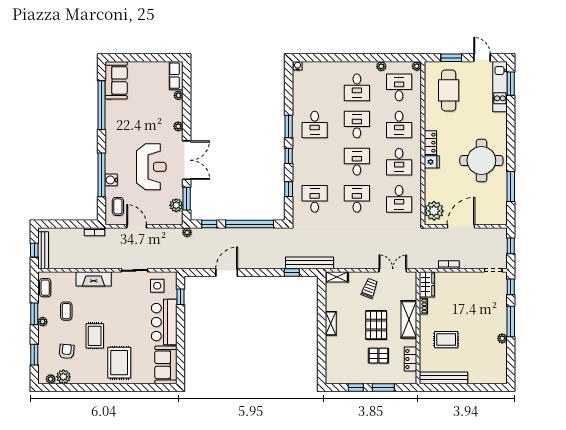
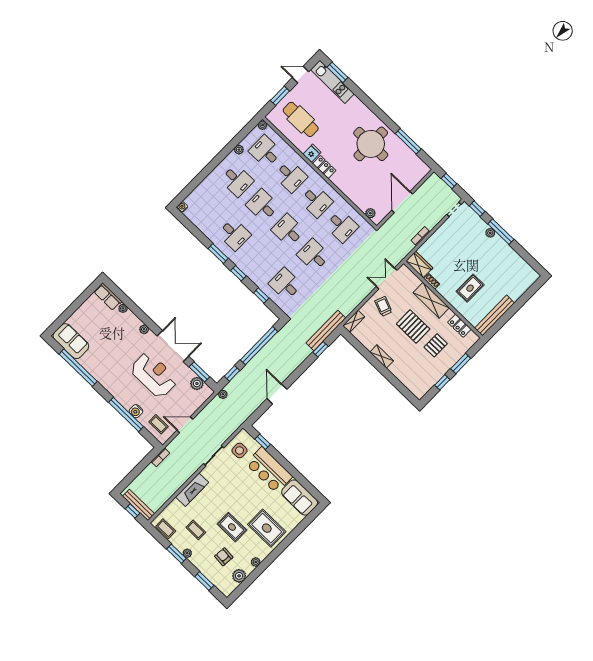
fridge: (432, 162) -> (312, 153), moved
plant: (434, 211) -> (370, 213), width x0.53, depth x0.53
plant: (502, 338) -> (490, 233), moved
plant: (51, 379) -> (256, 562), moved

